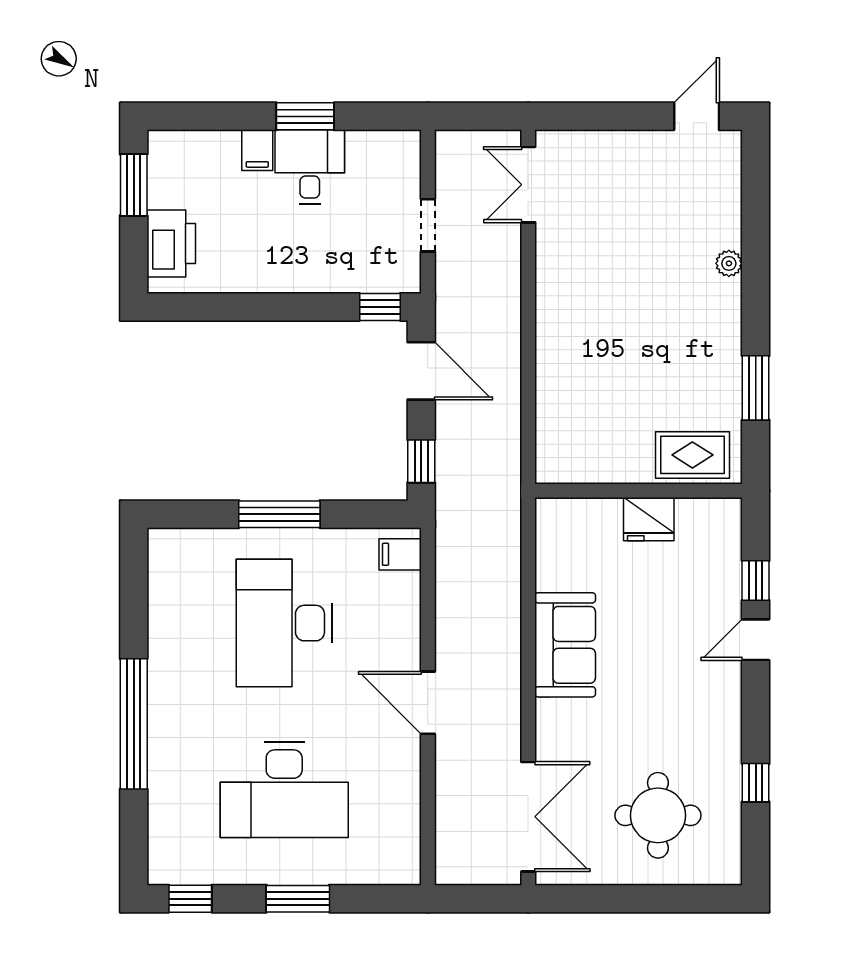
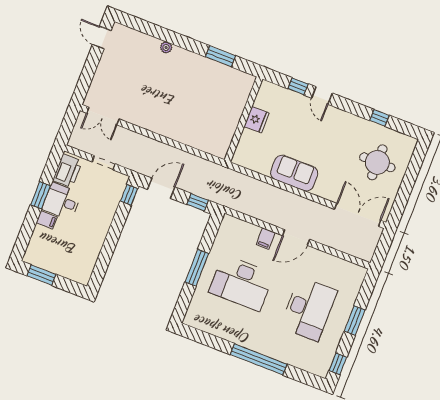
printer: (171, 243) -> (67, 171), moved, turned 90
rug: (692, 455) -> (238, 92), removed
filing cabinet: (400, 554) -> (266, 238), moved

